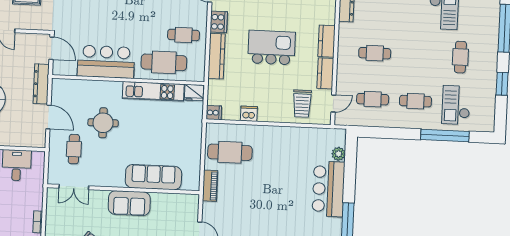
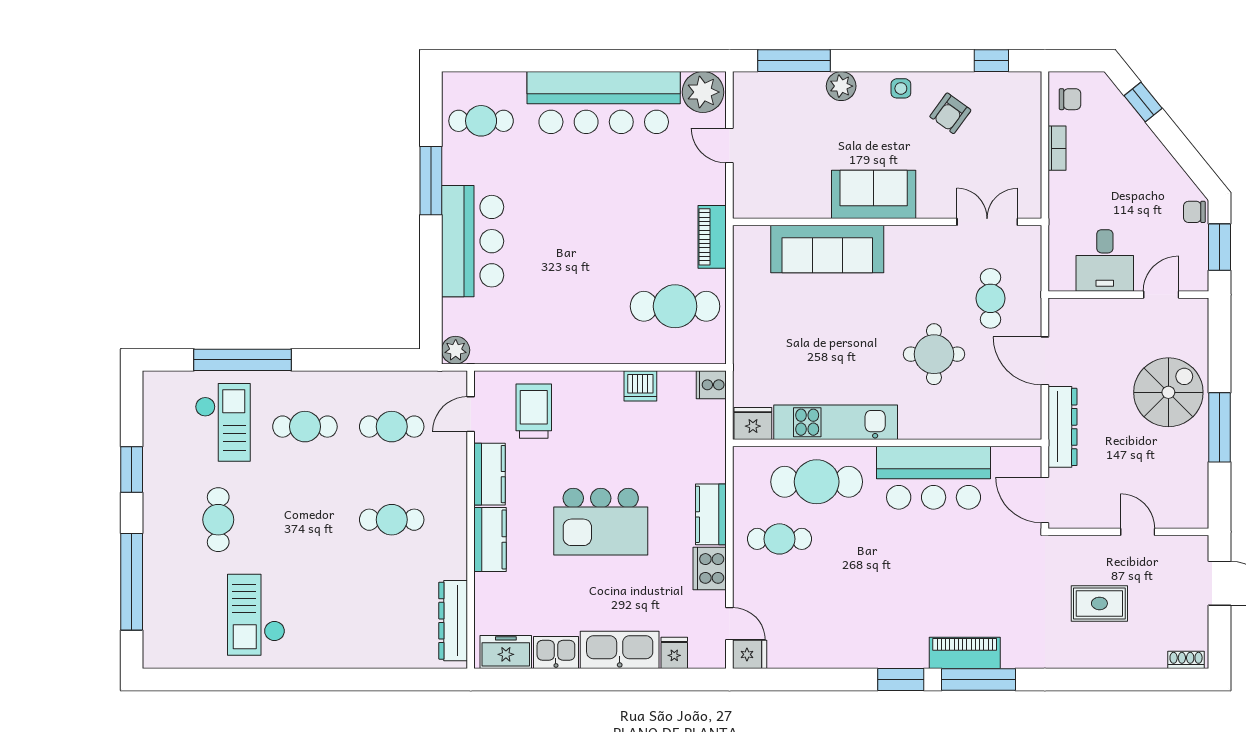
kitchen counter: (217, 56) -> (711, 514), width x0.67
plant: (339, 154) -> (456, 350), moved

